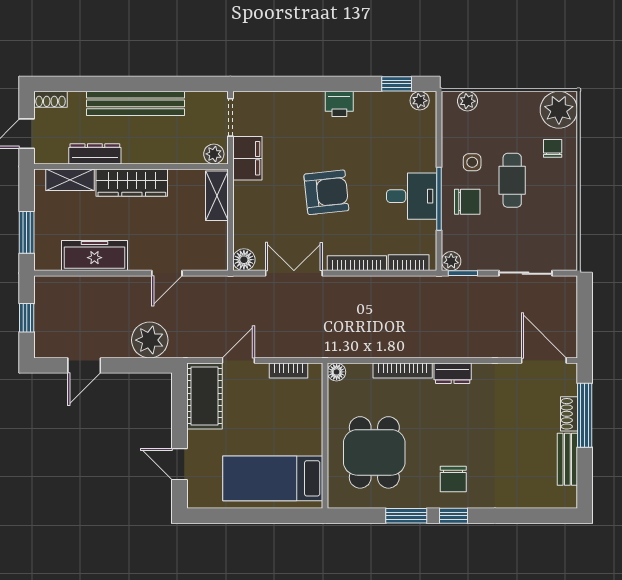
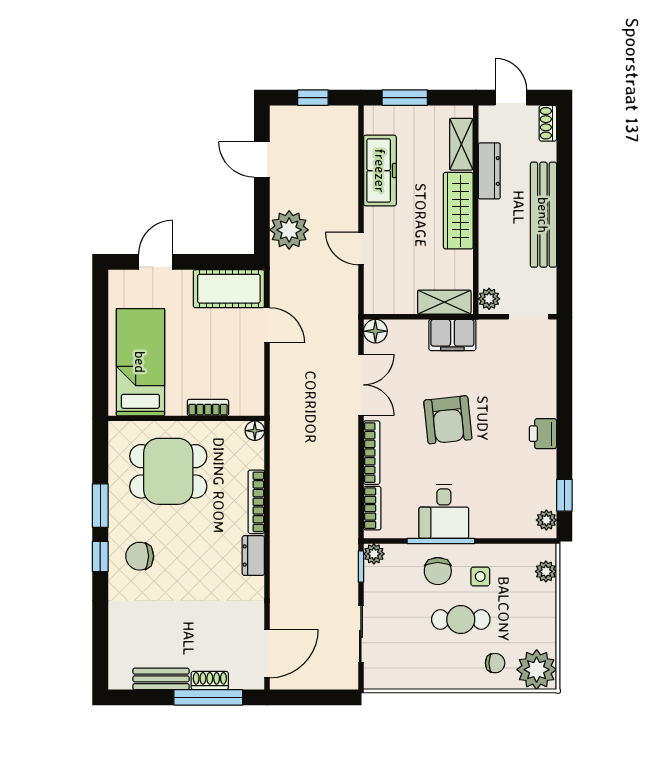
filing cabinet: (247, 158) -> (452, 335), moved
bookcase: (288, 371) -> (208, 408), moved, turned 90

